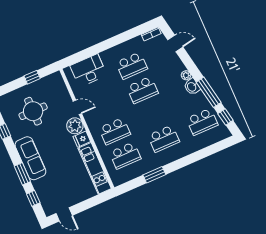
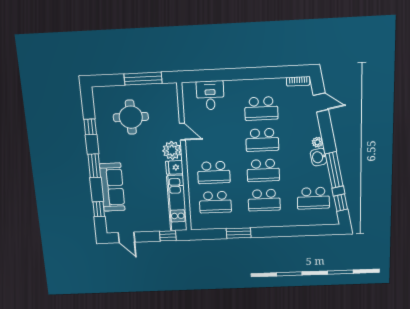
desk: (88, 70) -> (210, 95), width x0.73
window: (32, 77) -> (143, 79), width x2.17
school desk: (153, 114) -> (263, 170), added
sofa: (30, 158) -> (112, 187), moved
window: (22, 174) -> (94, 166), moved
window: (98, 200) -> (168, 236), added

